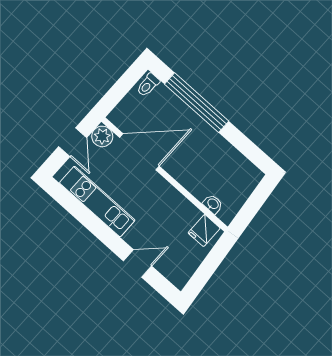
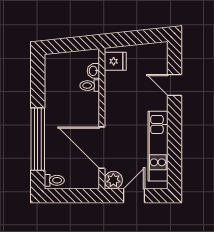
toilet: (203, 189) -> (90, 86), added

